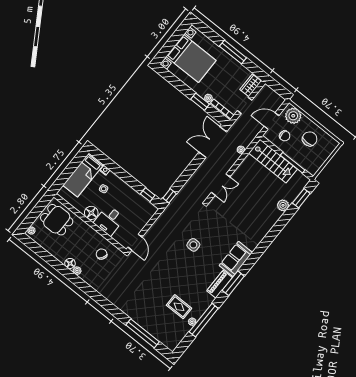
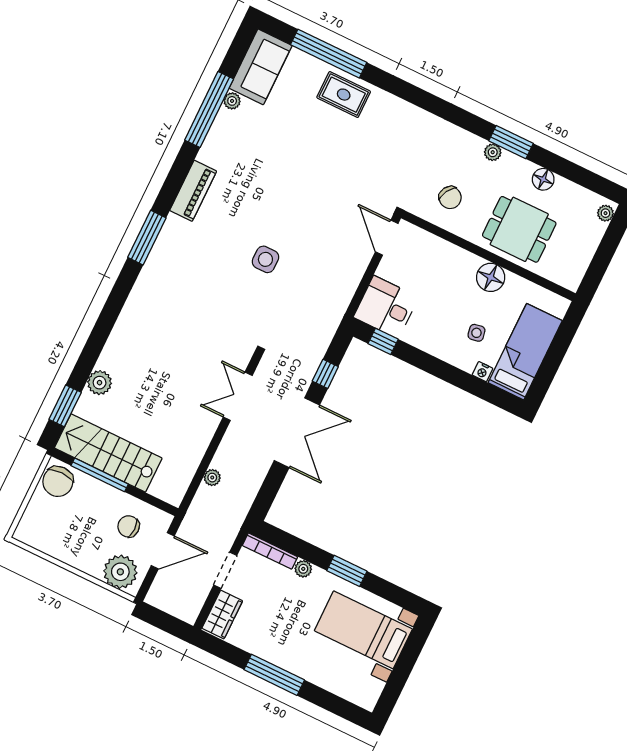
bed with nightstands: (191, 58) -> (363, 630), width x0.73
window: (200, 102) -> (347, 571), moved
chair: (310, 139) -> (58, 481), moved
double door: (213, 142) -> (297, 433), moved
stairs: (273, 161) -> (108, 453), moved
window: (170, 196) -> (325, 374), moved
dining table: (57, 220) -> (519, 229), moved
desk: (109, 220) -> (386, 307), moved, turned -90
sofa: (236, 259) -> (261, 67), moved
floor lamp: (70, 263) -> (543, 179), moved
window: (68, 273) -> (511, 142), added
window: (233, 283) -> (147, 238), moved
rug: (179, 307) -> (344, 95), moved

